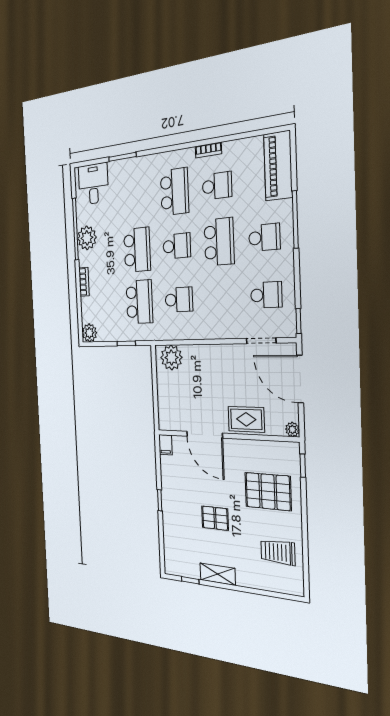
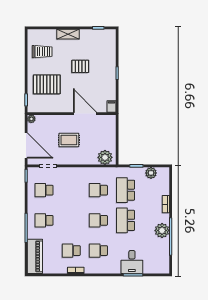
desk: (93, 184) -> (132, 262), moved
school desk: (175, 192) -> (98, 251), width x0.54
school desk: (219, 242) -> (71, 220), removed
plant: (89, 333) -> (151, 173), moved
rug: (246, 419) -> (69, 140), moved
shelving: (218, 574) -> (68, 34), moved

